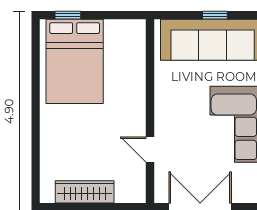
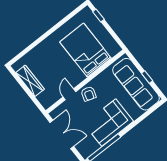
bed: (75, 61) -> (85, 50), moved, turned 90
armchair: (171, 120) -> (89, 94), added

